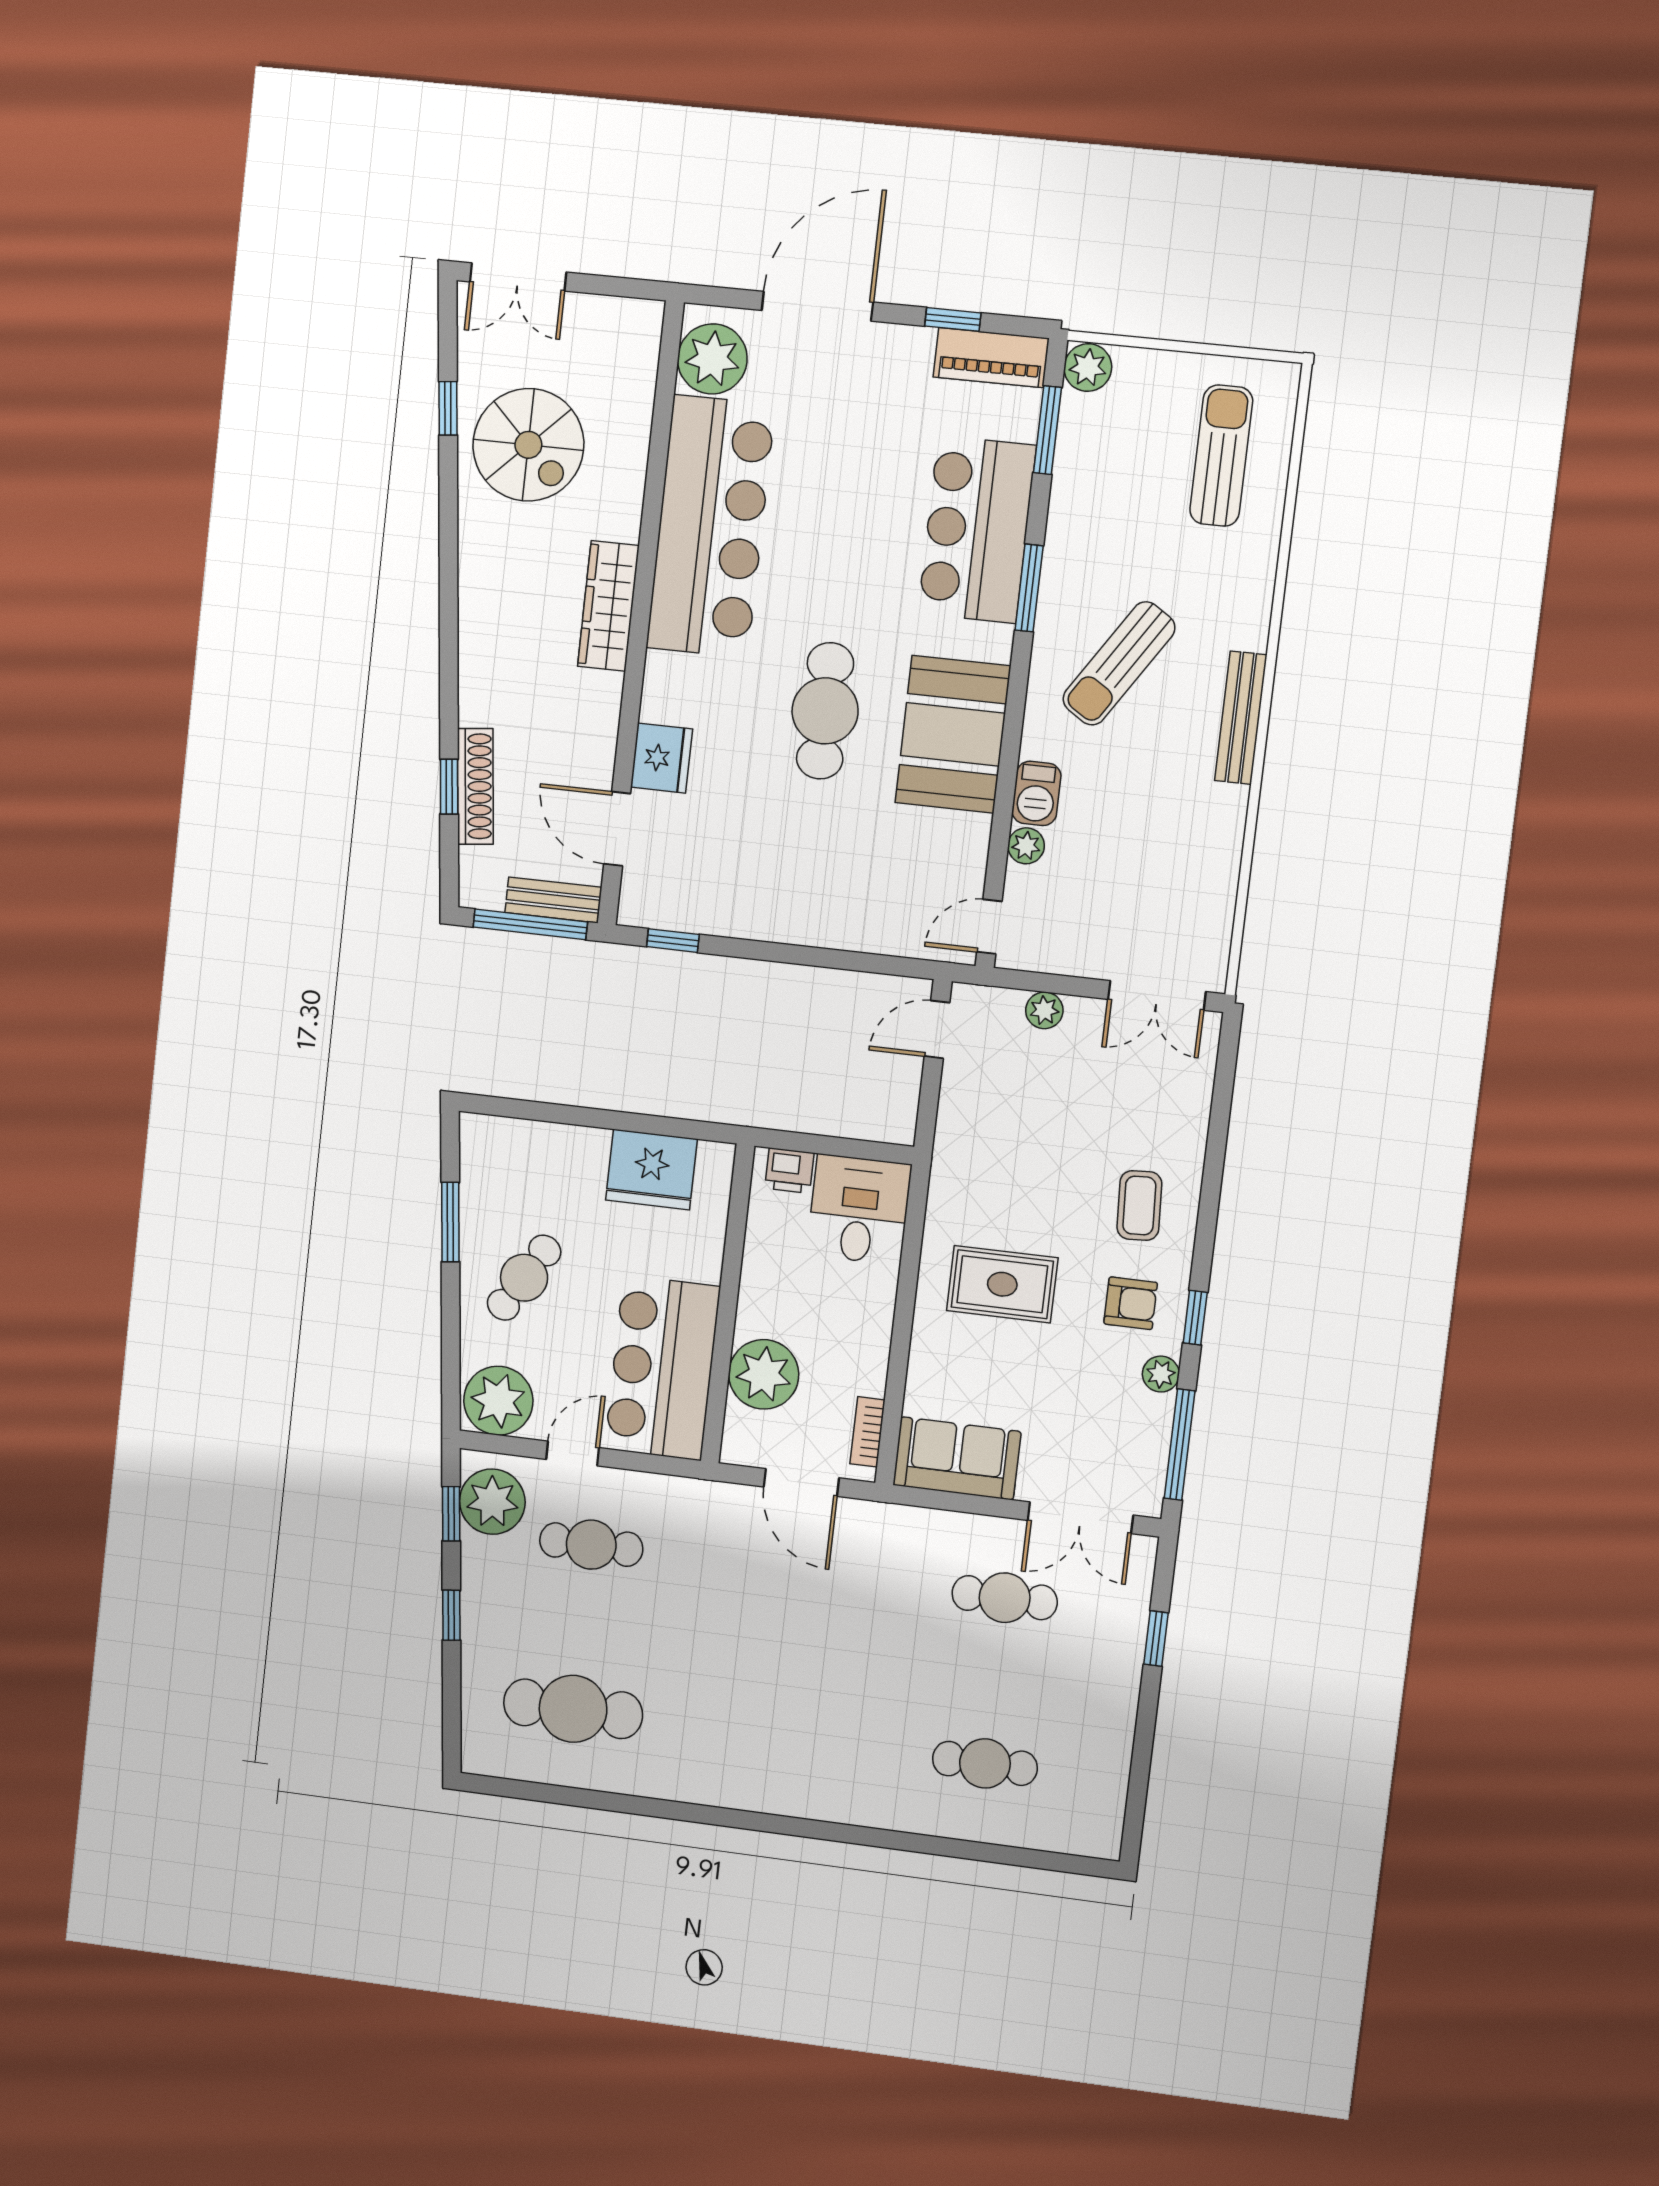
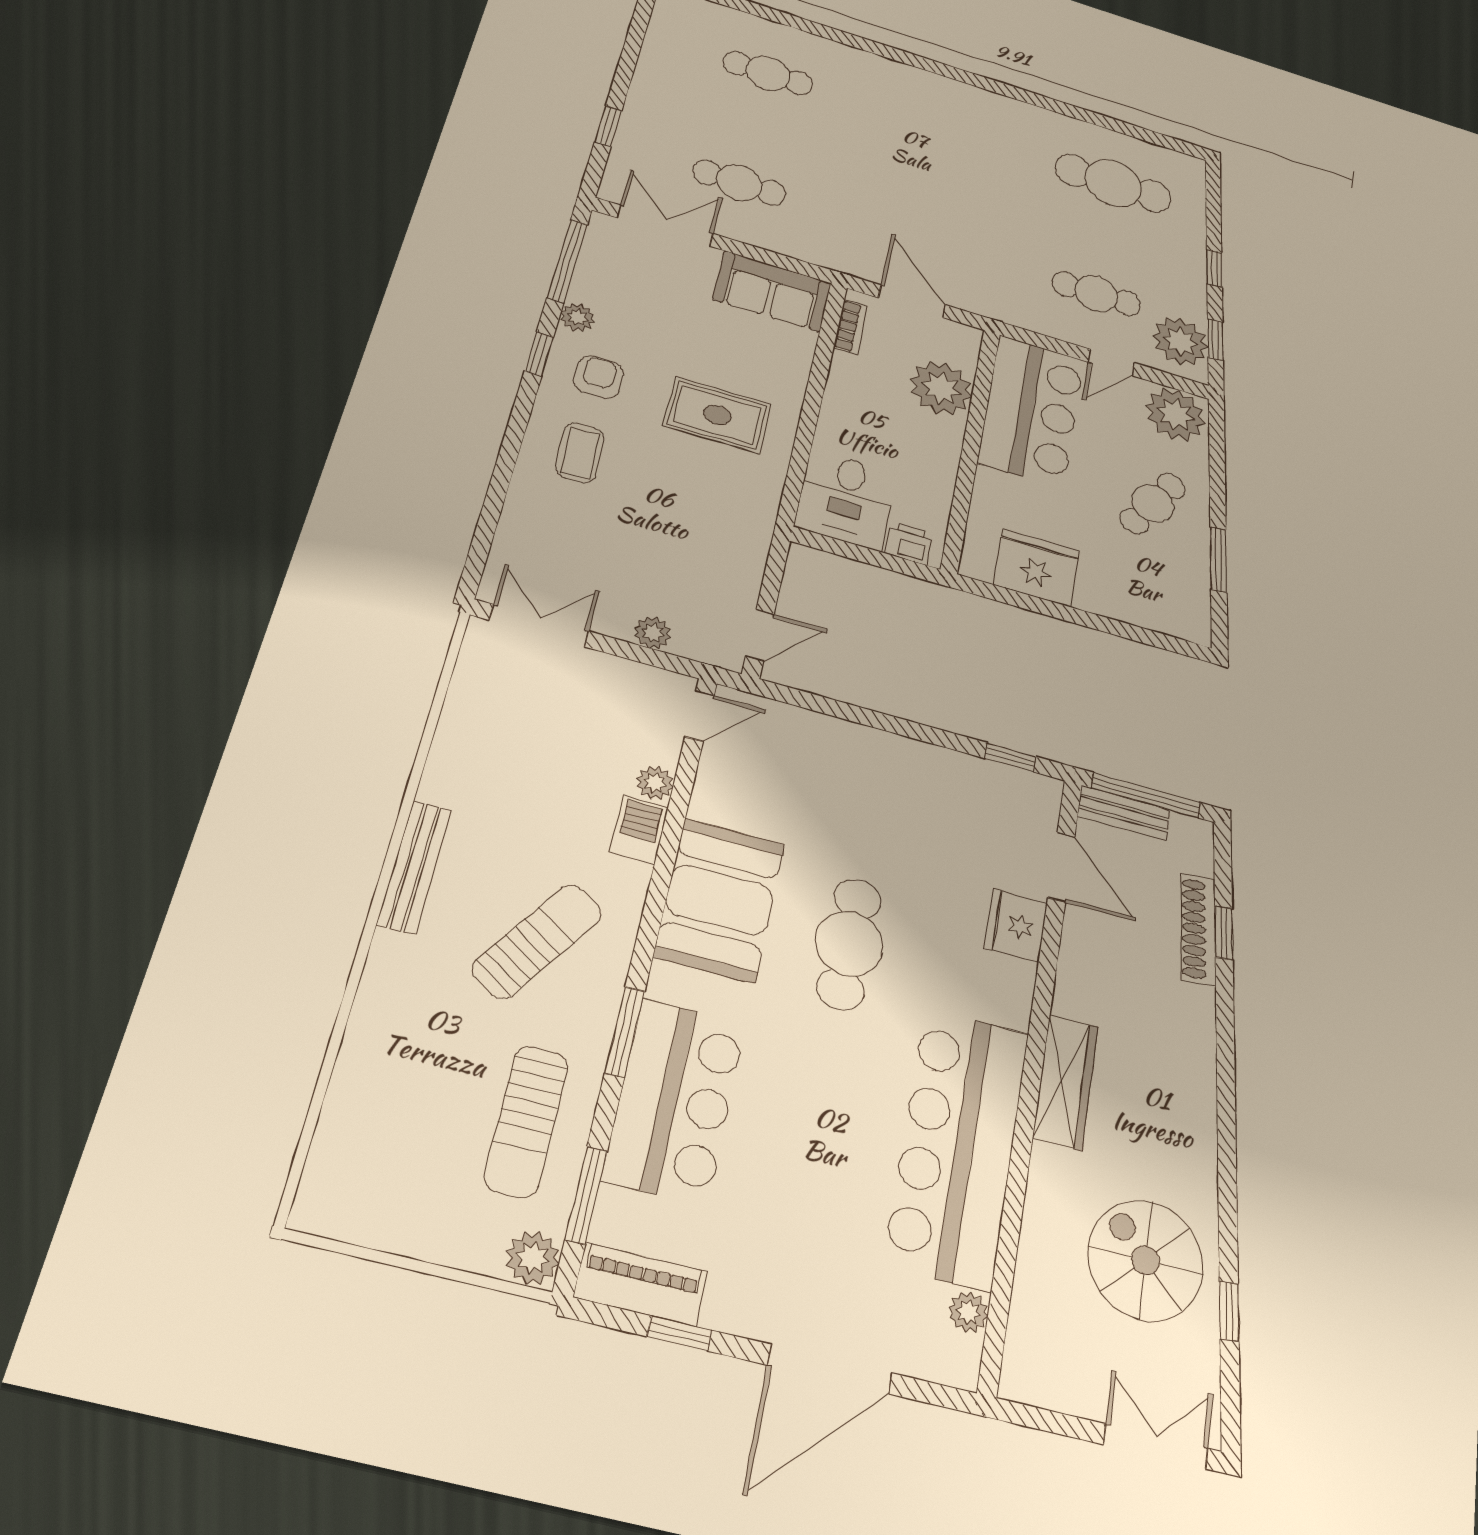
plant: (712, 359) -> (968, 1312), width x0.53, depth x0.53
sun lounger: (1221, 456) -> (527, 1121), moved
armchair: (1131, 1303) -> (599, 377), turned 90

